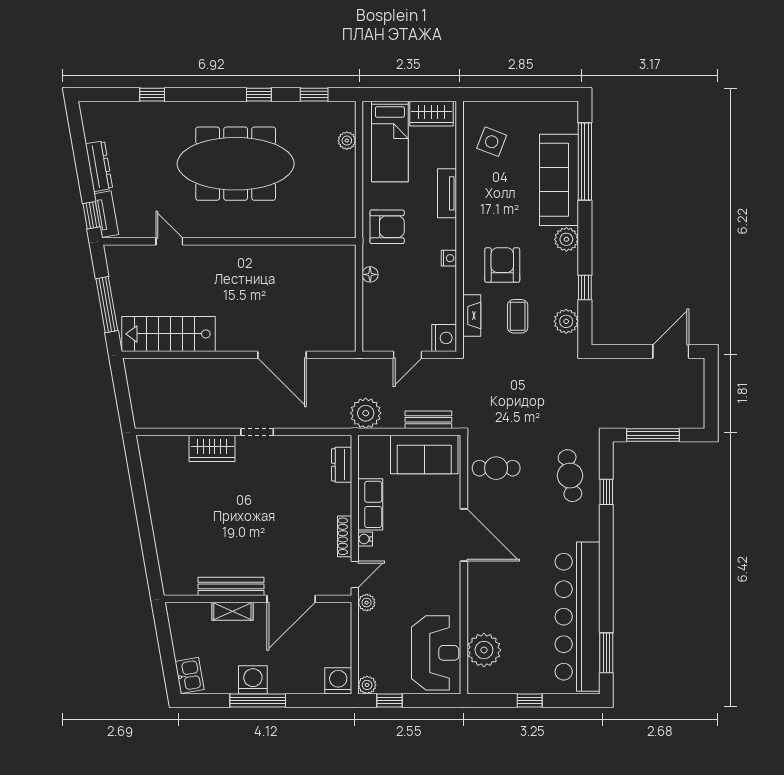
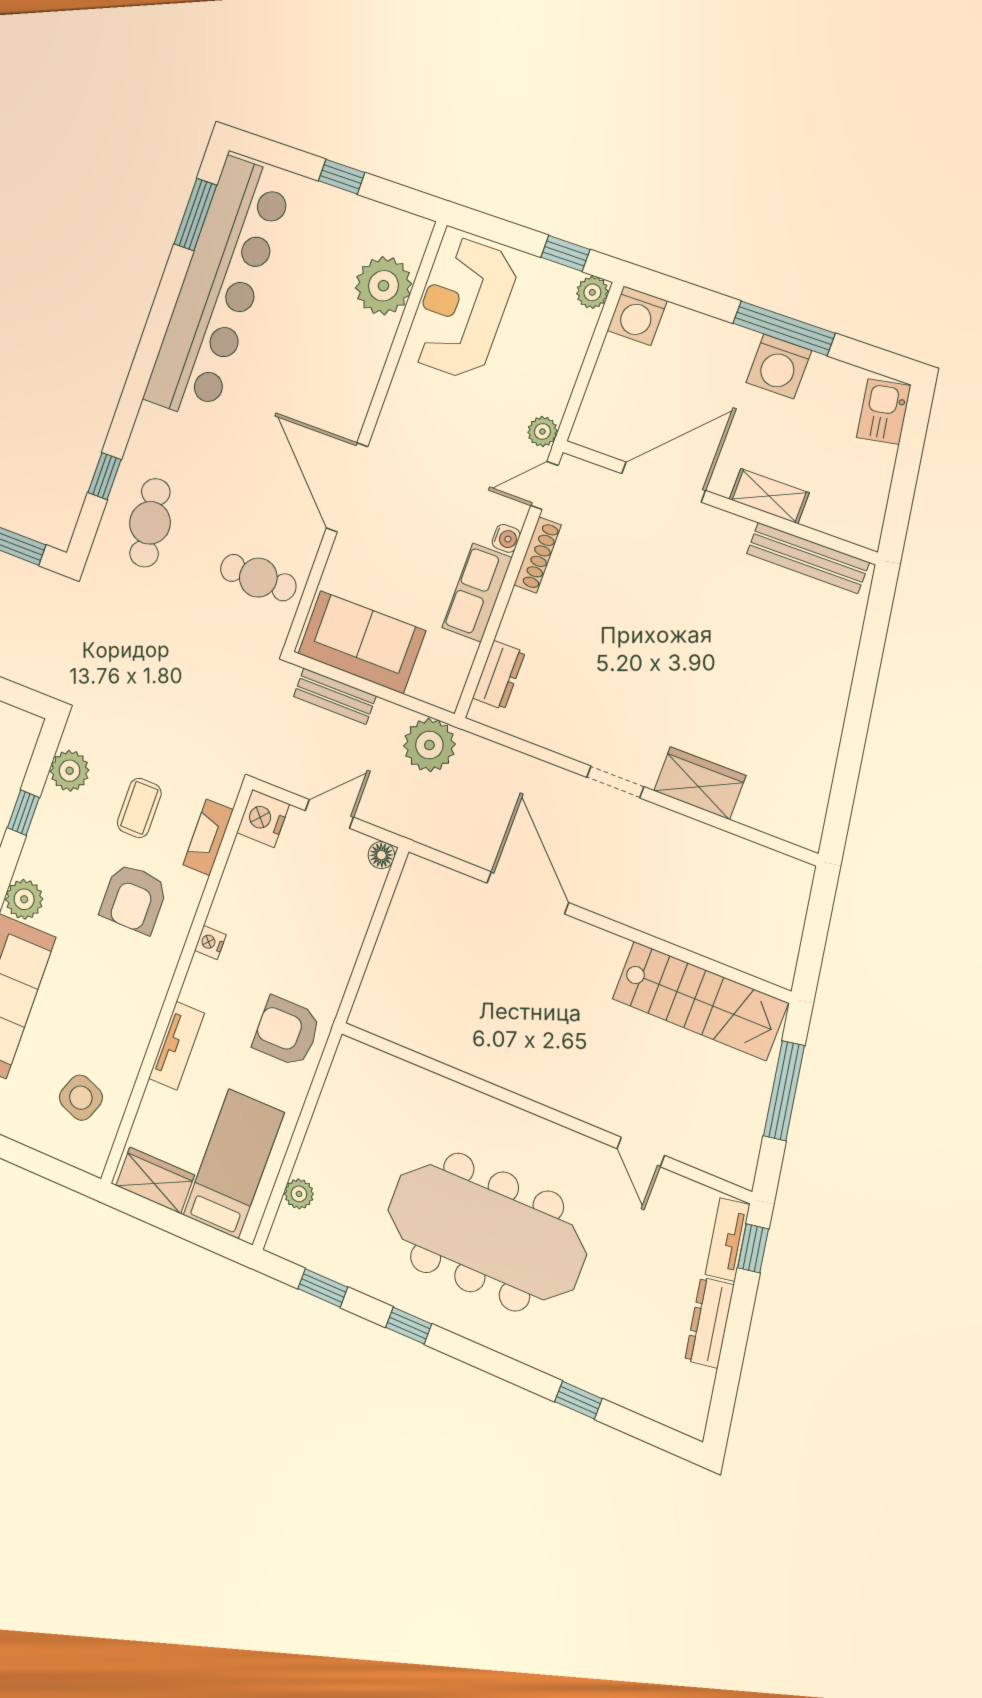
floor lamp: (370, 274) -> (381, 855), moved
bench: (231, 586) -> (808, 558), moved

